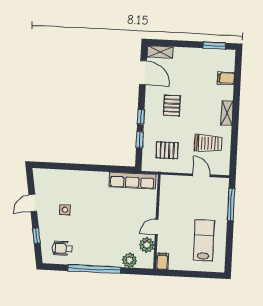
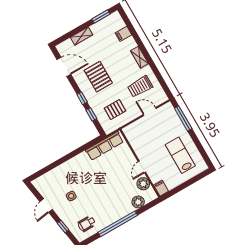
shelving: (160, 52) -> (82, 36), moved
pallet: (172, 105) -> (98, 77), width x1.50, depth x1.42
trolley: (208, 143) -> (140, 86), turned 180

